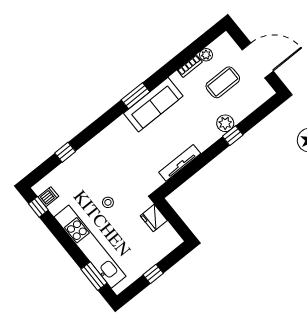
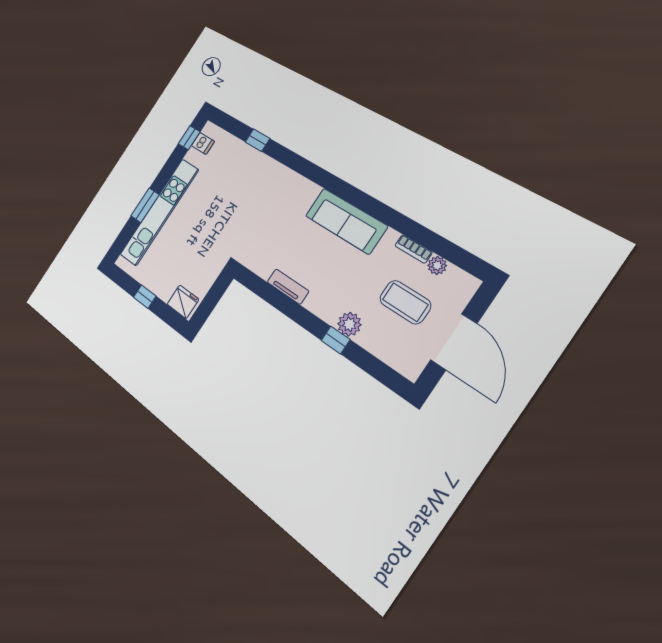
window: (135, 96) -> (351, 194), removed
tv unit: (180, 163) -> (288, 287), width x0.71
stool: (108, 202) -> (212, 213), removed
fridge: (154, 218) -> (183, 302), moved, turned 90
window: (94, 276) -> (145, 205), moved

